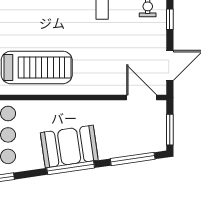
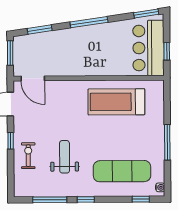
booth: (69, 146) -> (90, 39), removed
window: (133, 159) -> (40, 29), width x0.69

